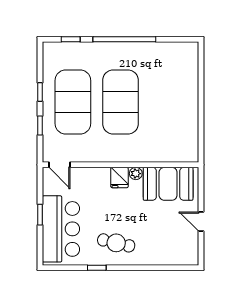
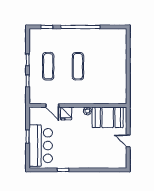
exercise mat: (73, 102) -> (48, 66), width x0.50, depth x0.69
exercise mat: (120, 102) -> (78, 66), width x0.50, depth x0.69
door: (59, 165) -> (52, 105), moved
fridge: (119, 178) -> (66, 113), moved
cafe table: (116, 243) -> (75, 154), removed

